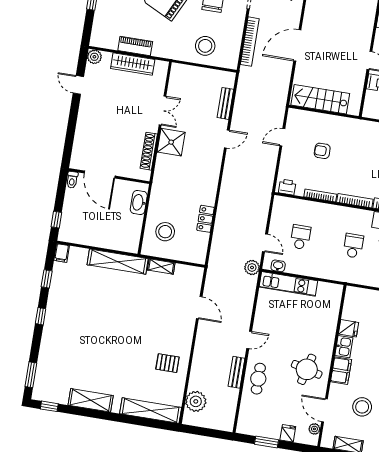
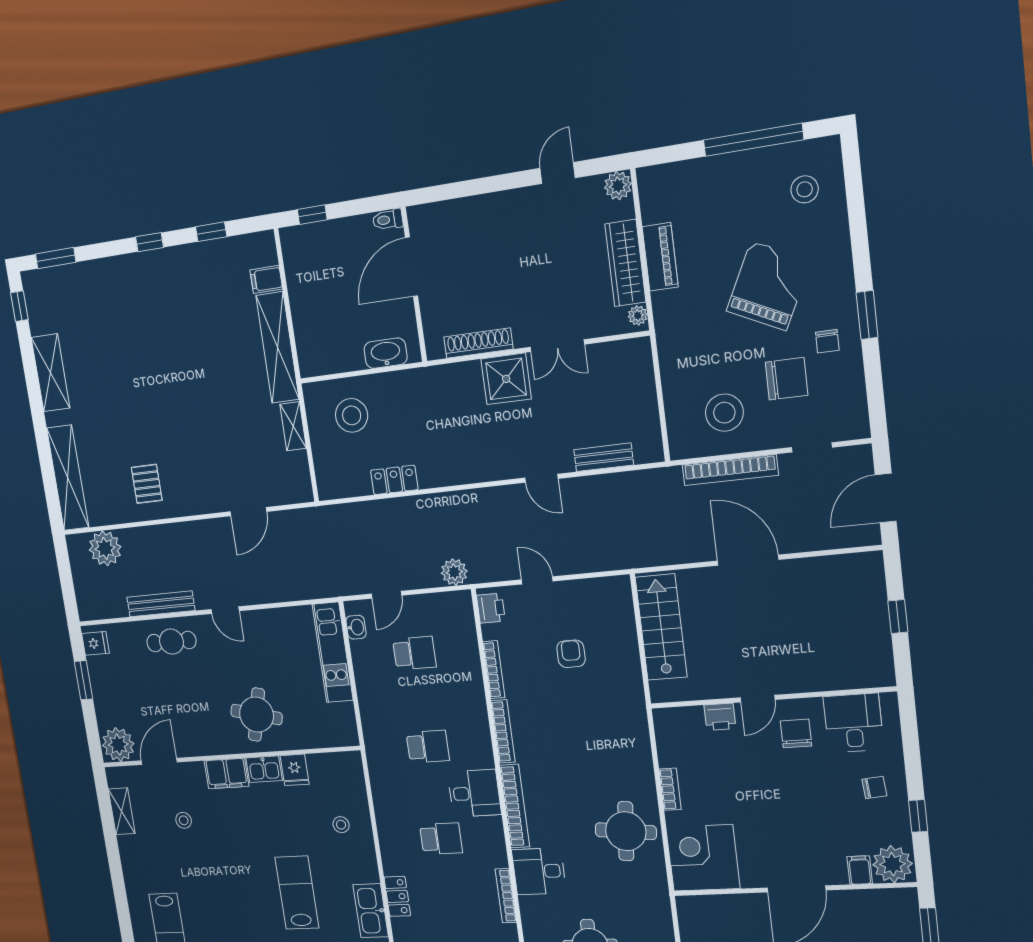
stool: (205, 46) -> (724, 413), moved
plant: (160, 65) -> (638, 315), added
door: (282, 137) -> (537, 580), moved
filing cabinet: (62, 253) -> (266, 279), moved
plant: (252, 267) -> (454, 572), moved
round table: (307, 369) -> (257, 715), moved
bench: (237, 372) -> (161, 604), width x1.36
stool: (362, 407) -> (184, 820), width x0.53, depth x0.53
plant: (314, 429) -> (118, 745), width x1.88, depth x1.88
fridge: (288, 433) -> (95, 643), moved

